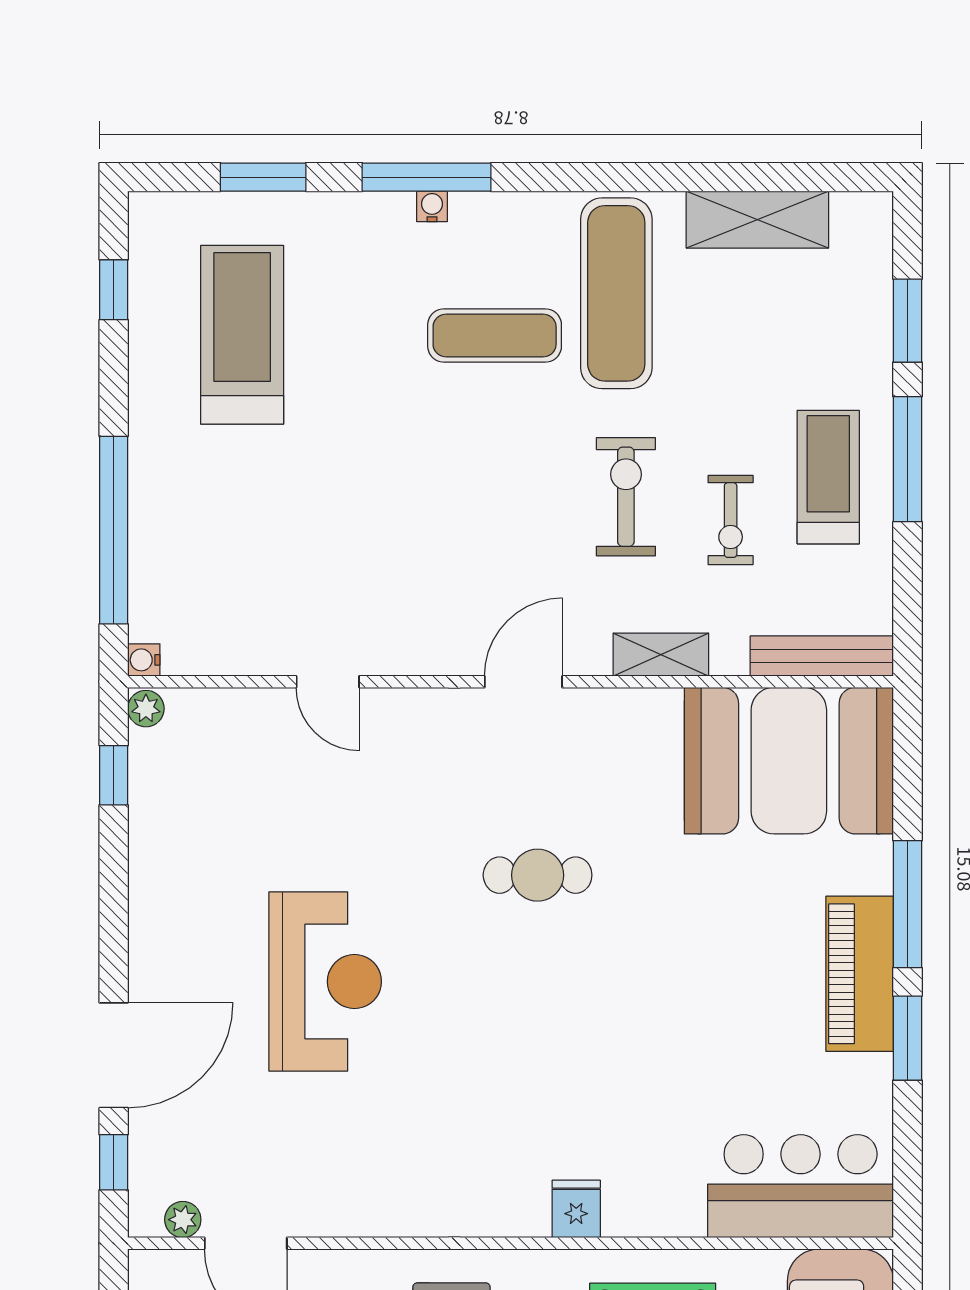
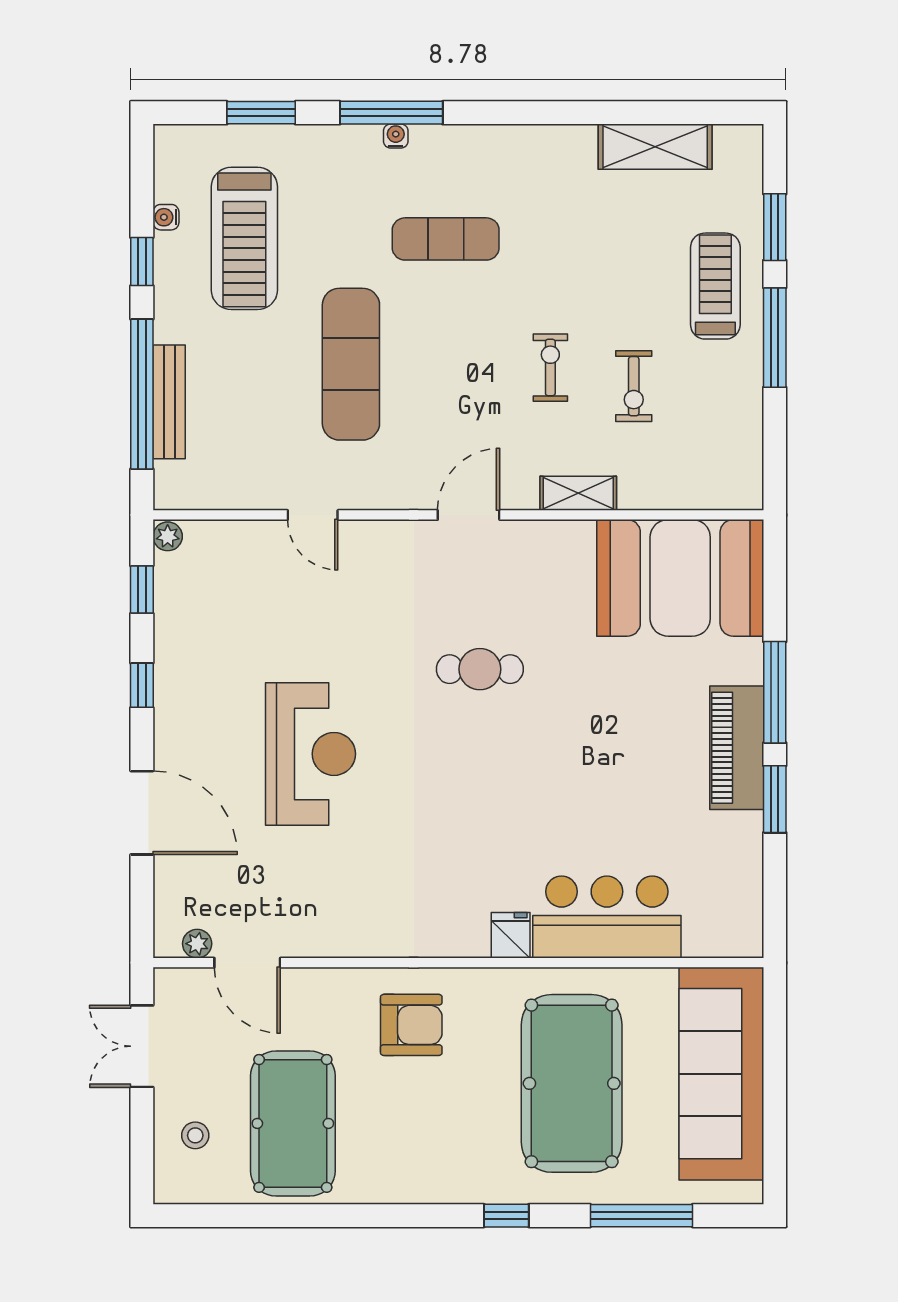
window: (114, 290) -> (142, 262), moved
exercise mat: (616, 293) -> (351, 364), moved
treadmill: (242, 335) -> (244, 238), turned 180
treadmill: (828, 477) -> (715, 286), moved
exercise bike: (626, 497) -> (550, 368), width x0.73, depth x0.72
bench: (822, 656) -> (169, 402), moved, turned 90
water cooler: (144, 660) -> (166, 217), moved
door: (114, 1055) -> (142, 813), hinge flipped
window: (114, 1162) -> (142, 685), moved
bar counter: (801, 1186) -> (607, 917), moved

